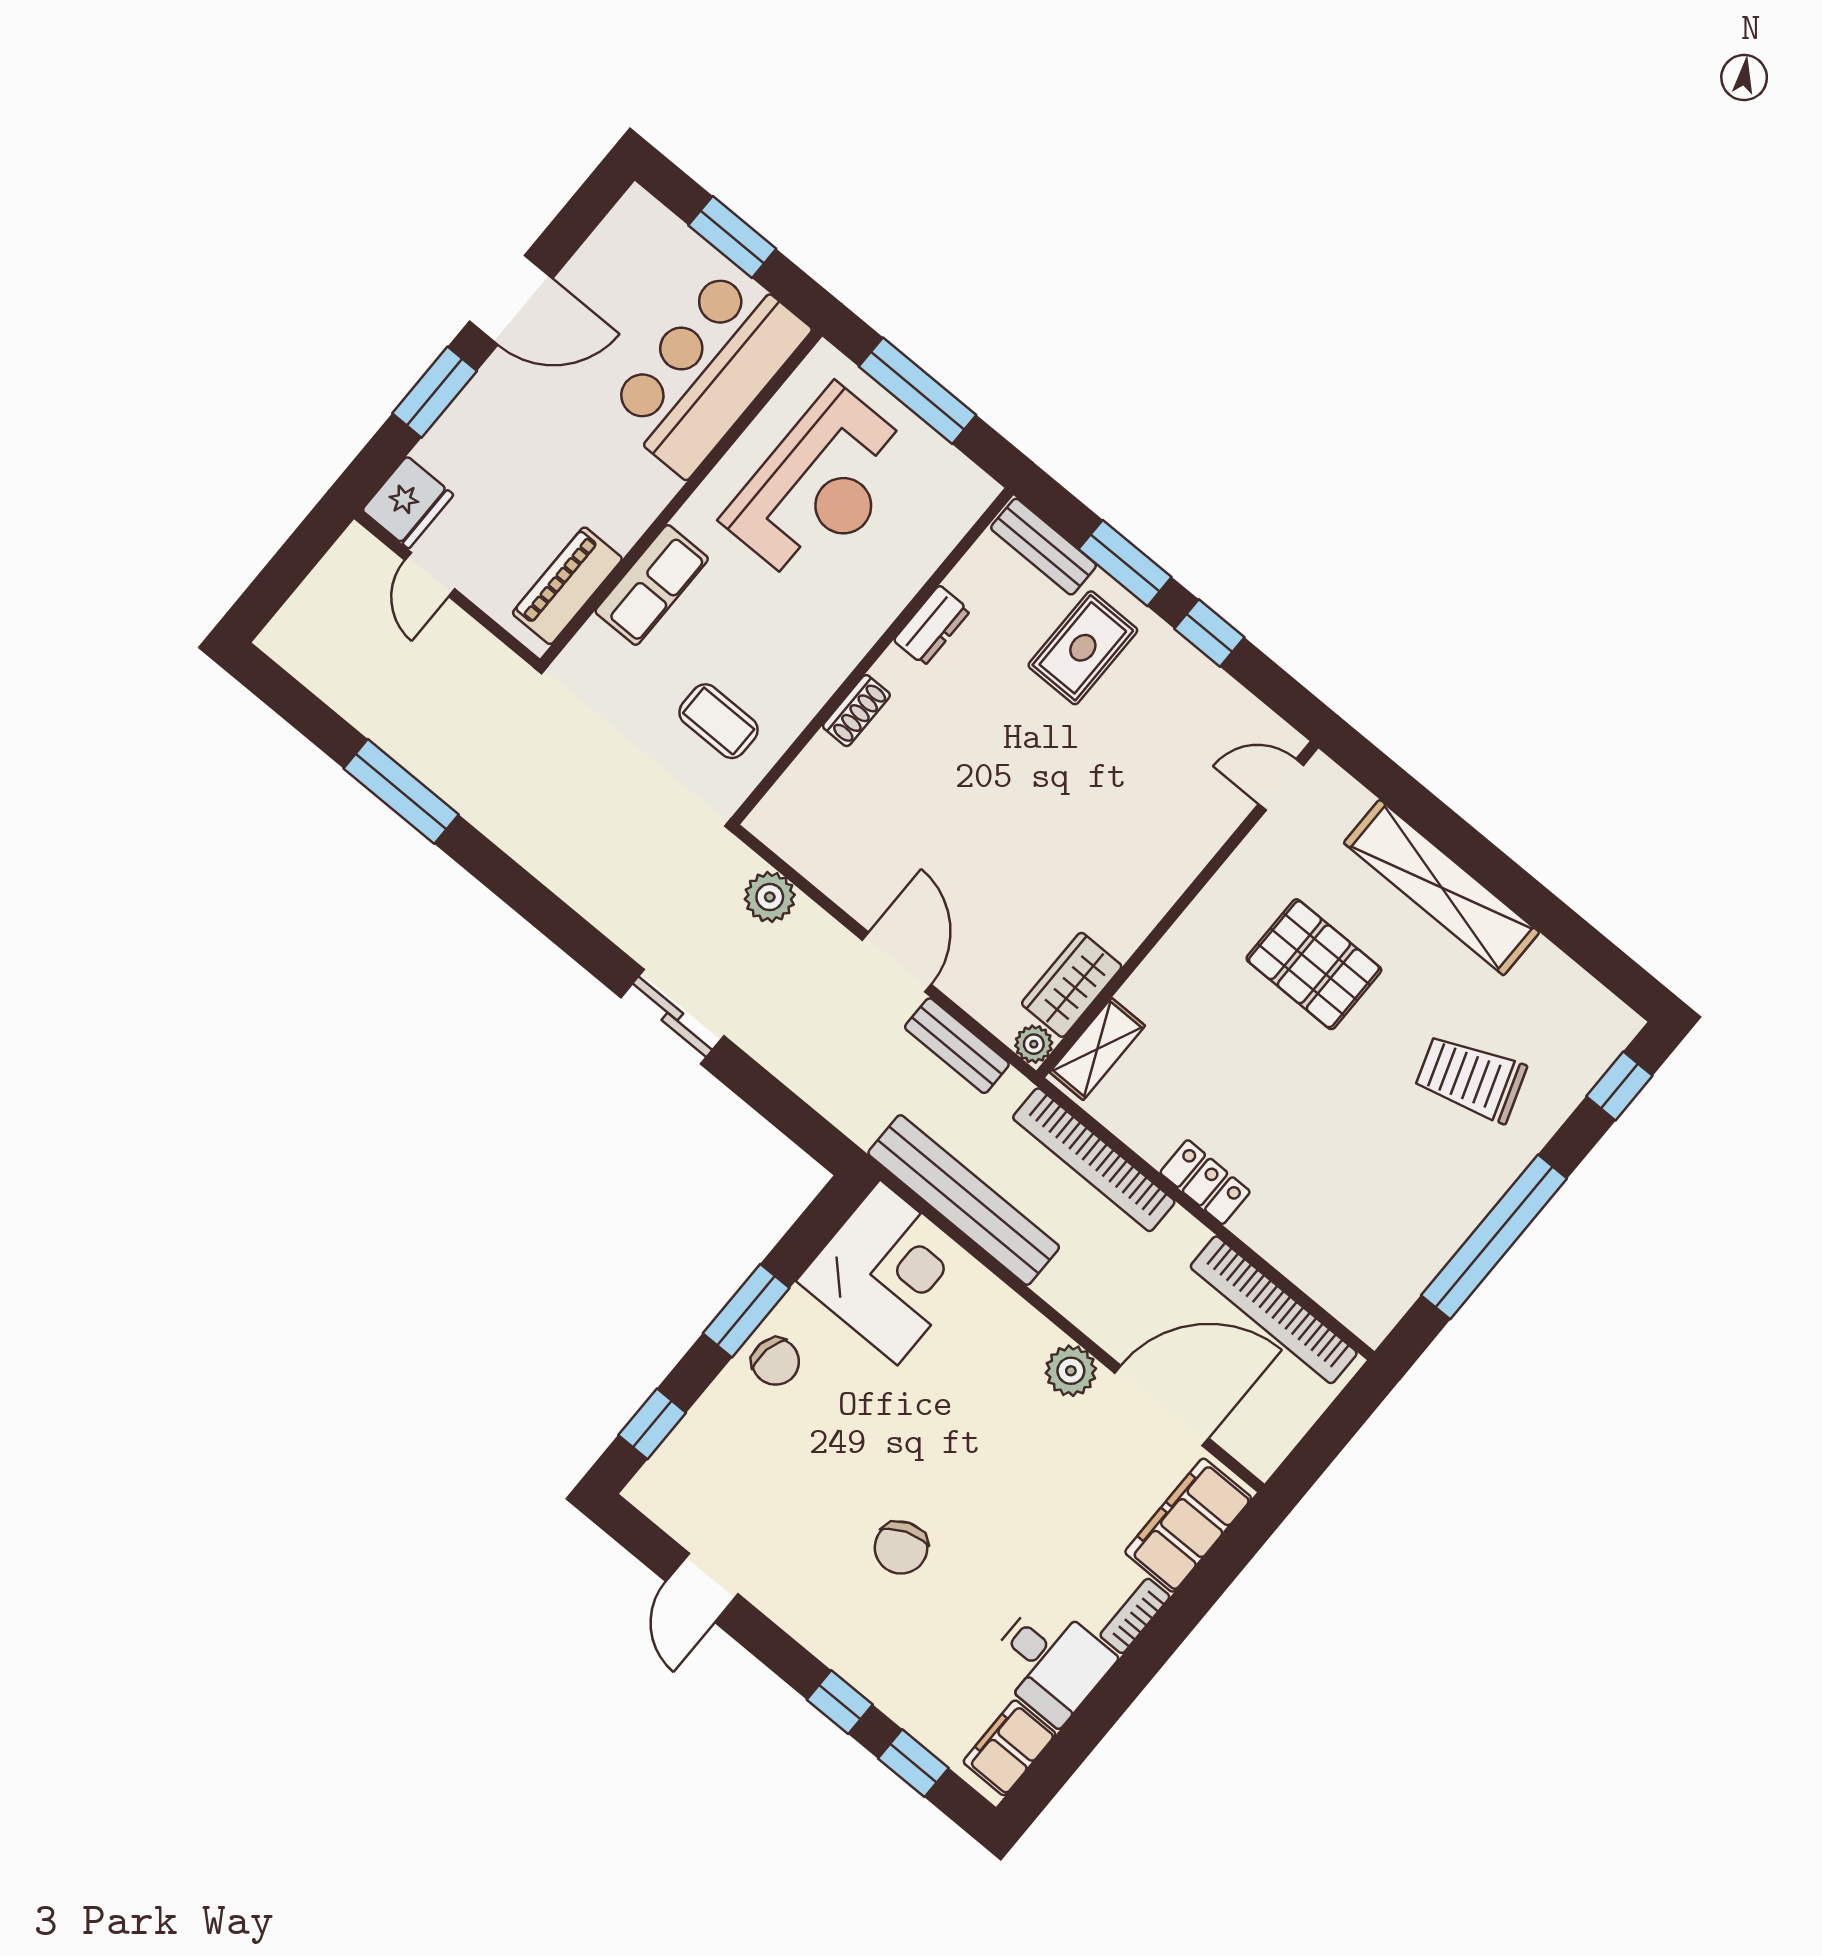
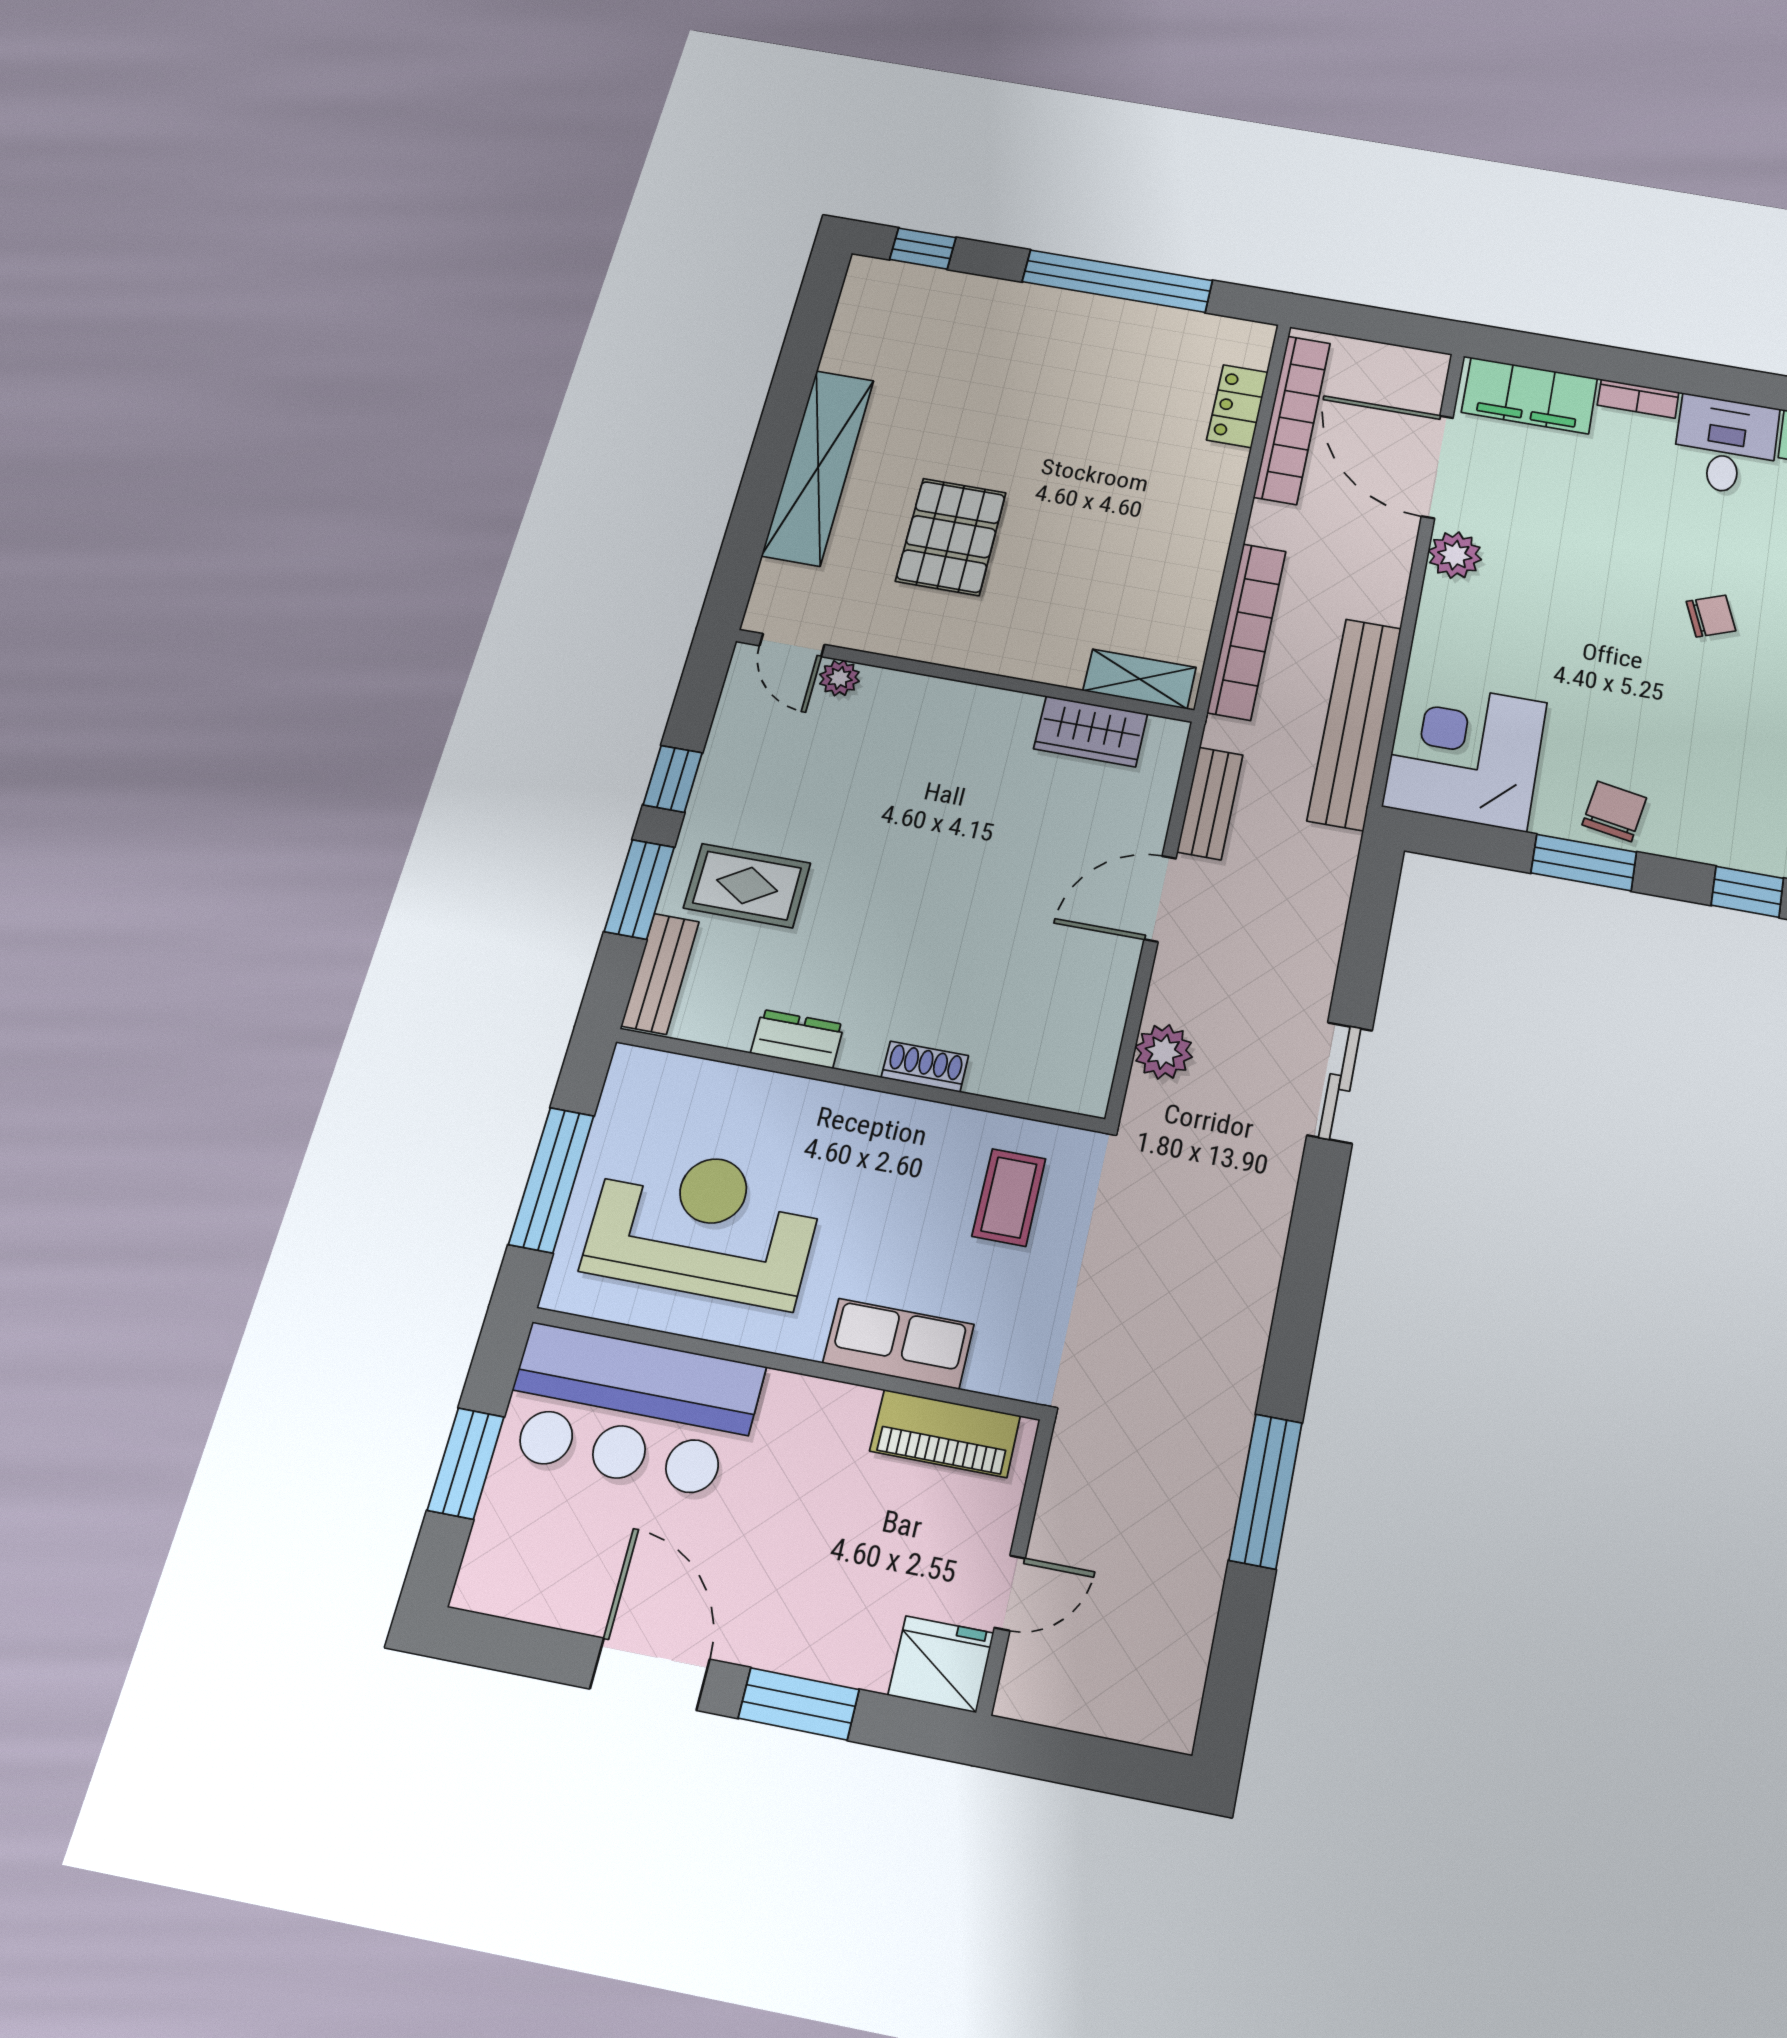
plant: (1034, 1044) -> (839, 678), moved
trolley: (1471, 1078) -> (984, 364), removed
locker: (1205, 1182) -> (1237, 406), moved
chair: (901, 1548) -> (1711, 616), width x0.73, depth x0.73

